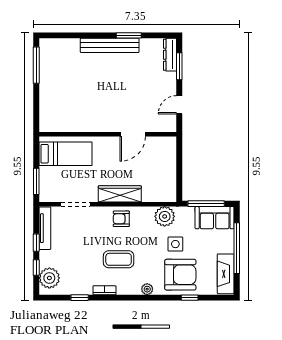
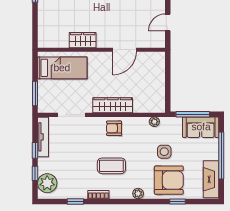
wardrobe: (88, 124) -> (83, 40), added
plant: (165, 216) -> (154, 122), width x0.53, depth x0.53

